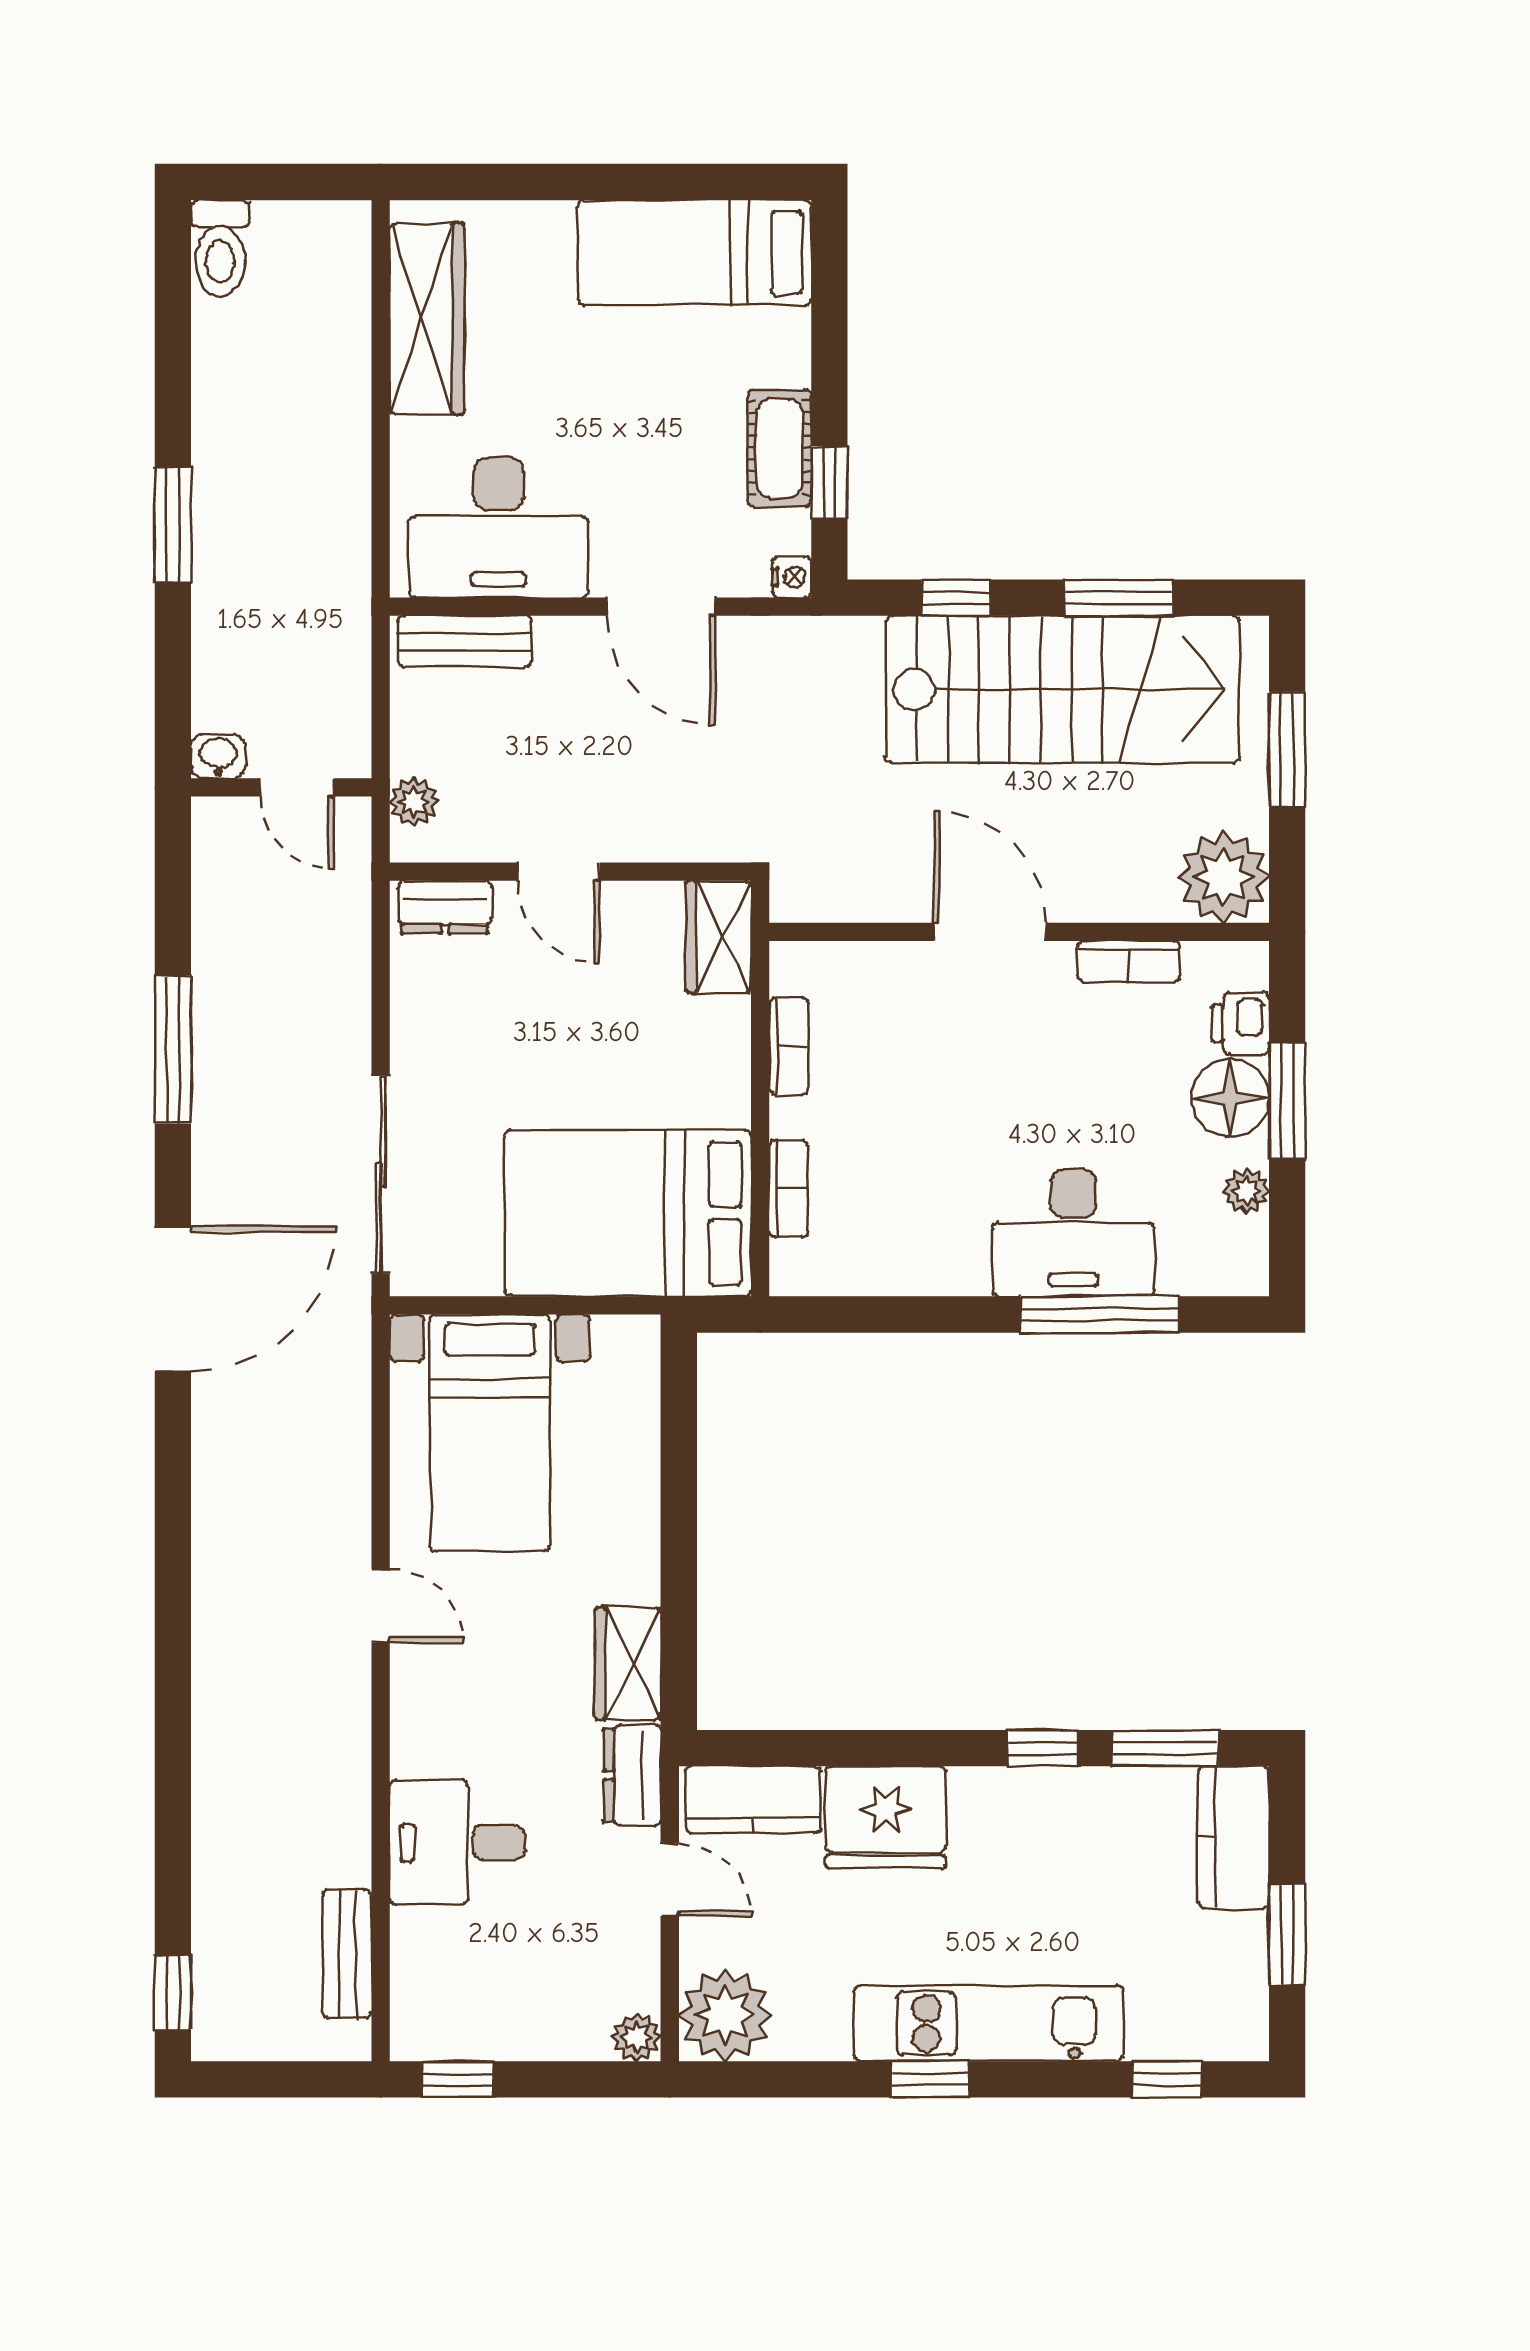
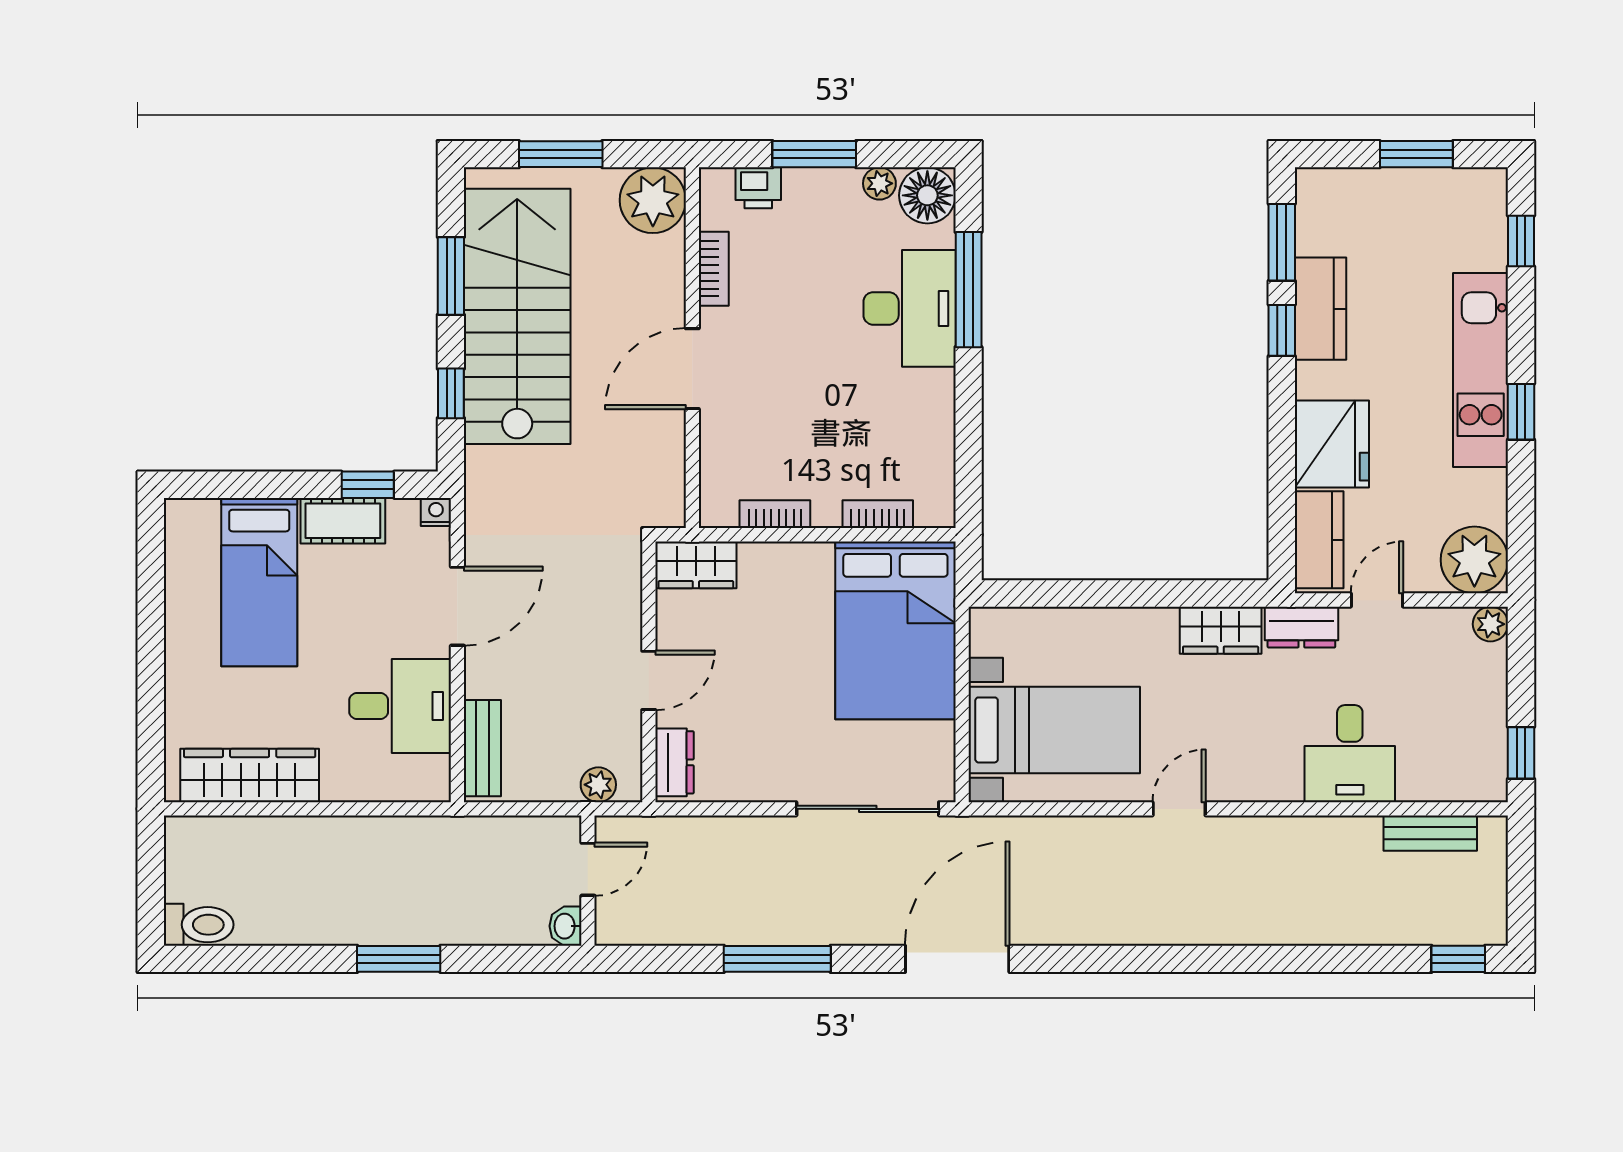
bed: (695, 253) -> (259, 582), moved
desk: (499, 527) -> (400, 706), width x0.73
floor lamp: (1230, 1098) -> (927, 195), moved
door: (173, 1299) -> (957, 959), hinge flipped
kitchen counter: (1234, 1837) -> (1320, 309), moved, turned -90

